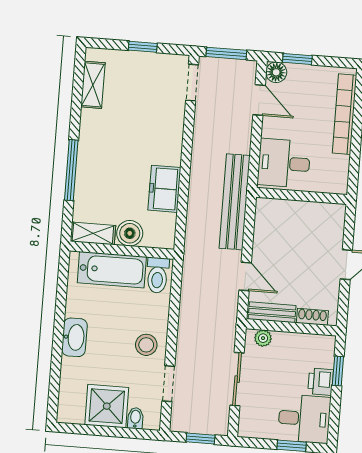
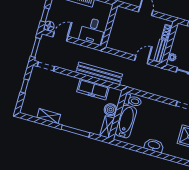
shelving: (93, 85) -> (49, 116), moved
freezer: (164, 189) -> (93, 89), width x1.40
bench: (235, 202) -> (99, 73), moved
stool: (146, 345) -> (164, 113), removed

